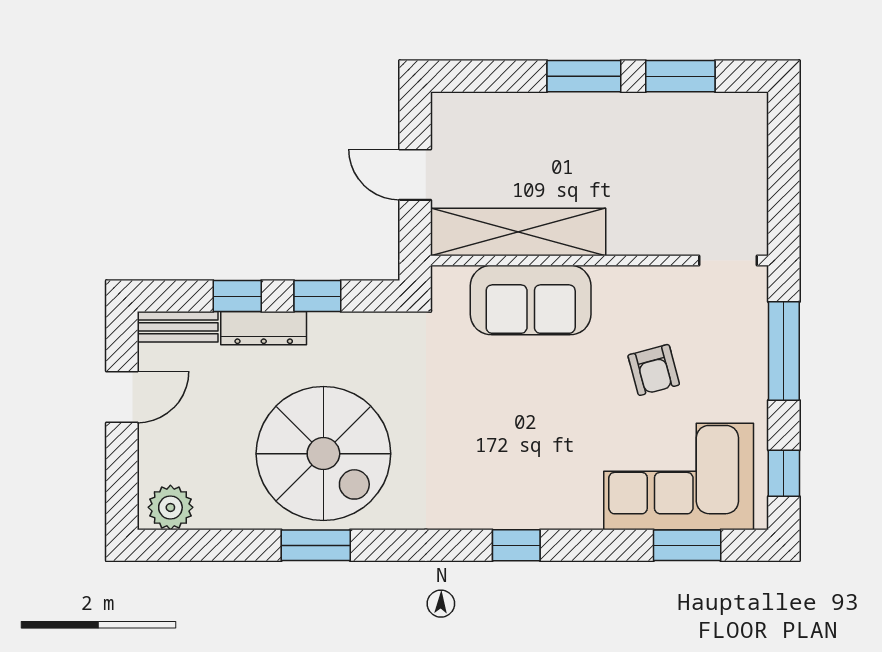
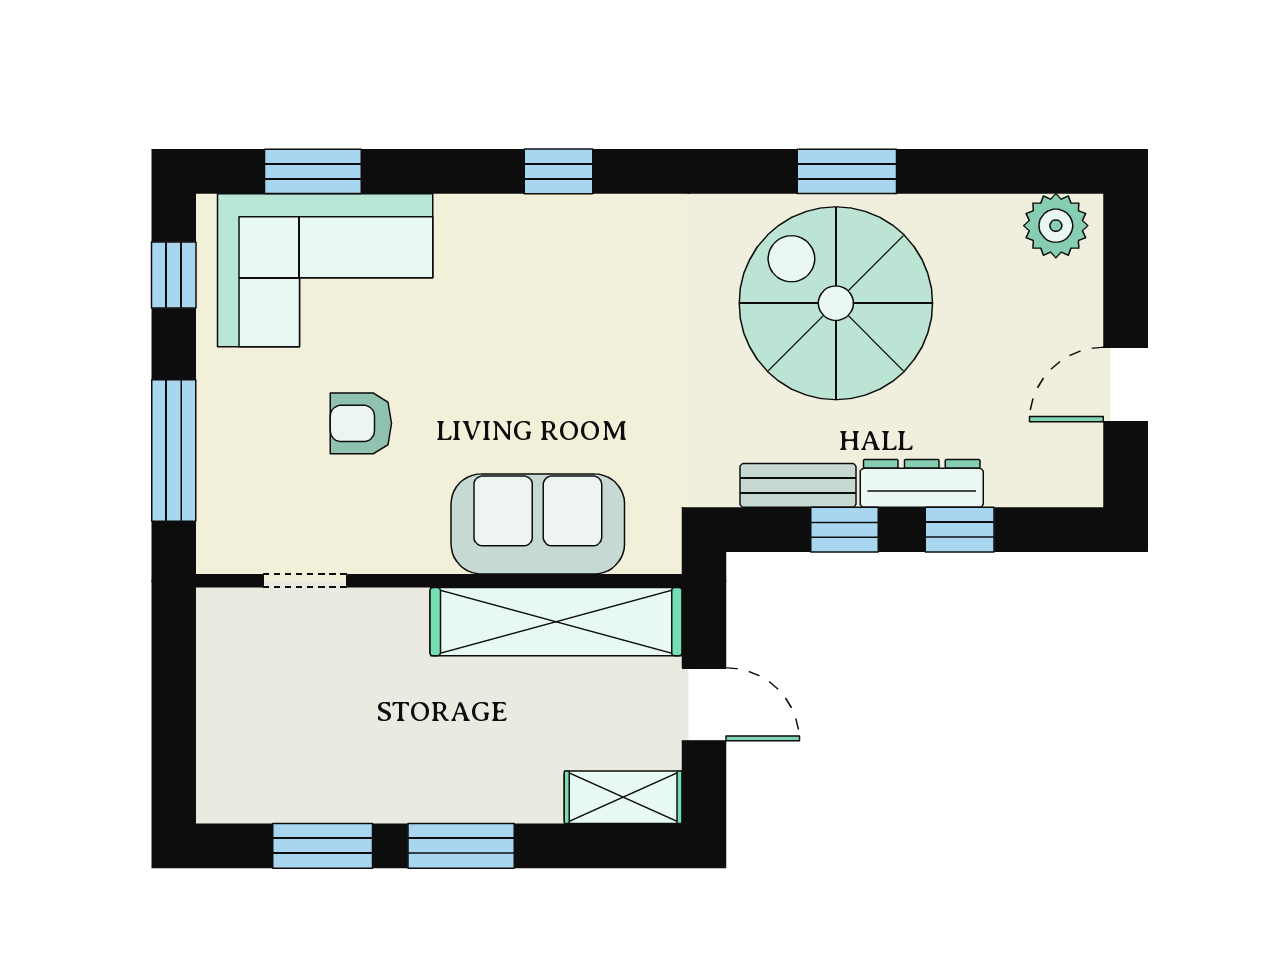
shelving: (471, 110) -> (623, 797), added
doorway: (728, 261) -> (305, 581), moved
bench: (178, 327) -> (798, 485), moved
armchair: (654, 370) -> (361, 423), turned -75

